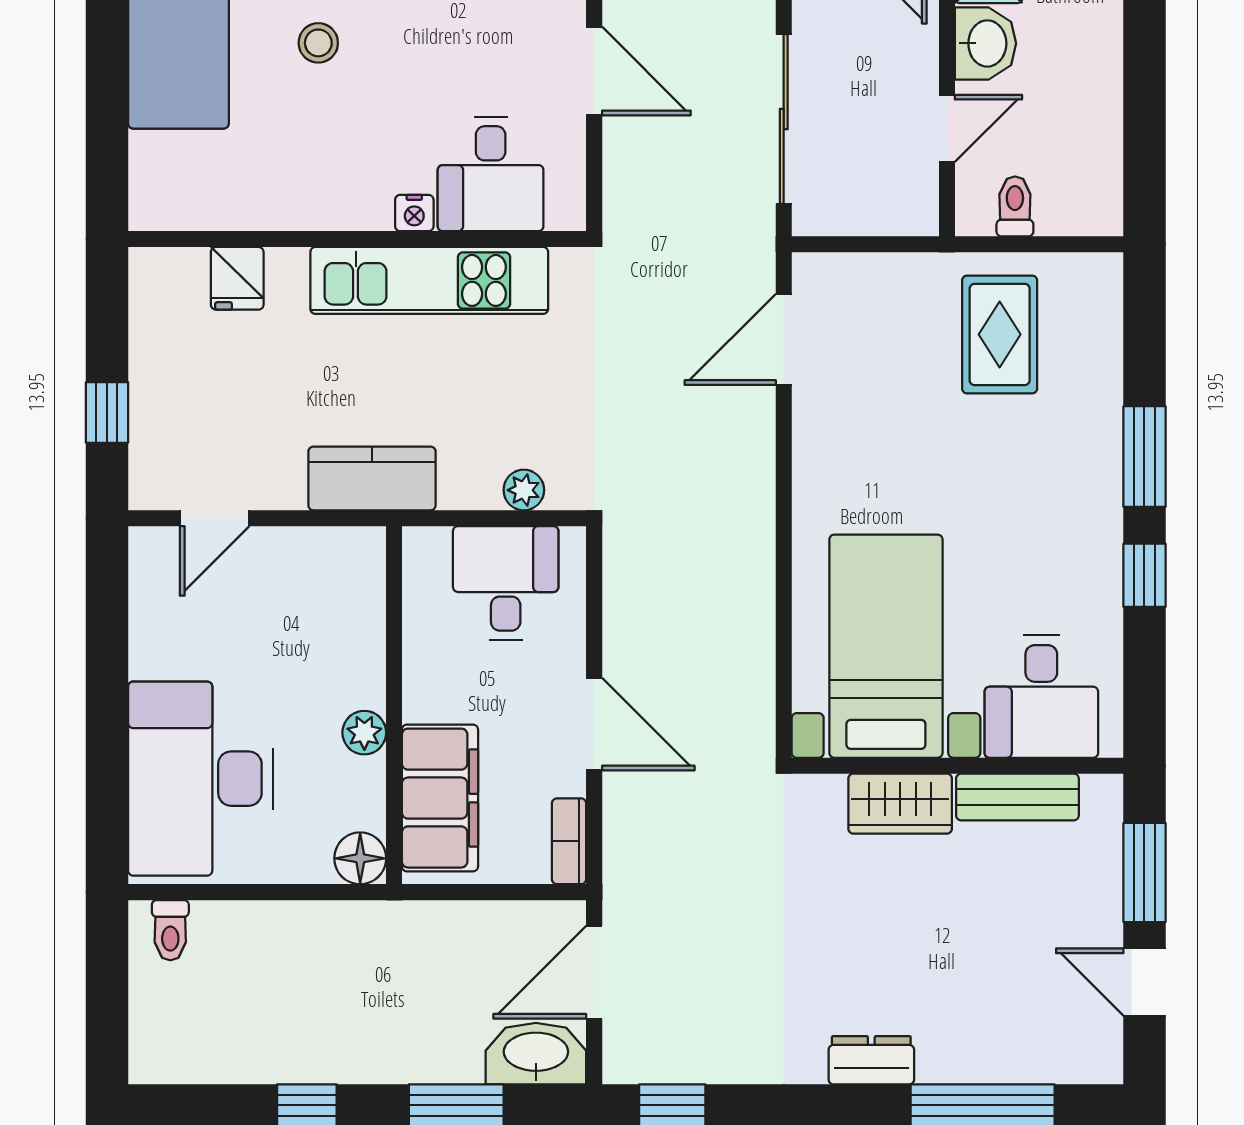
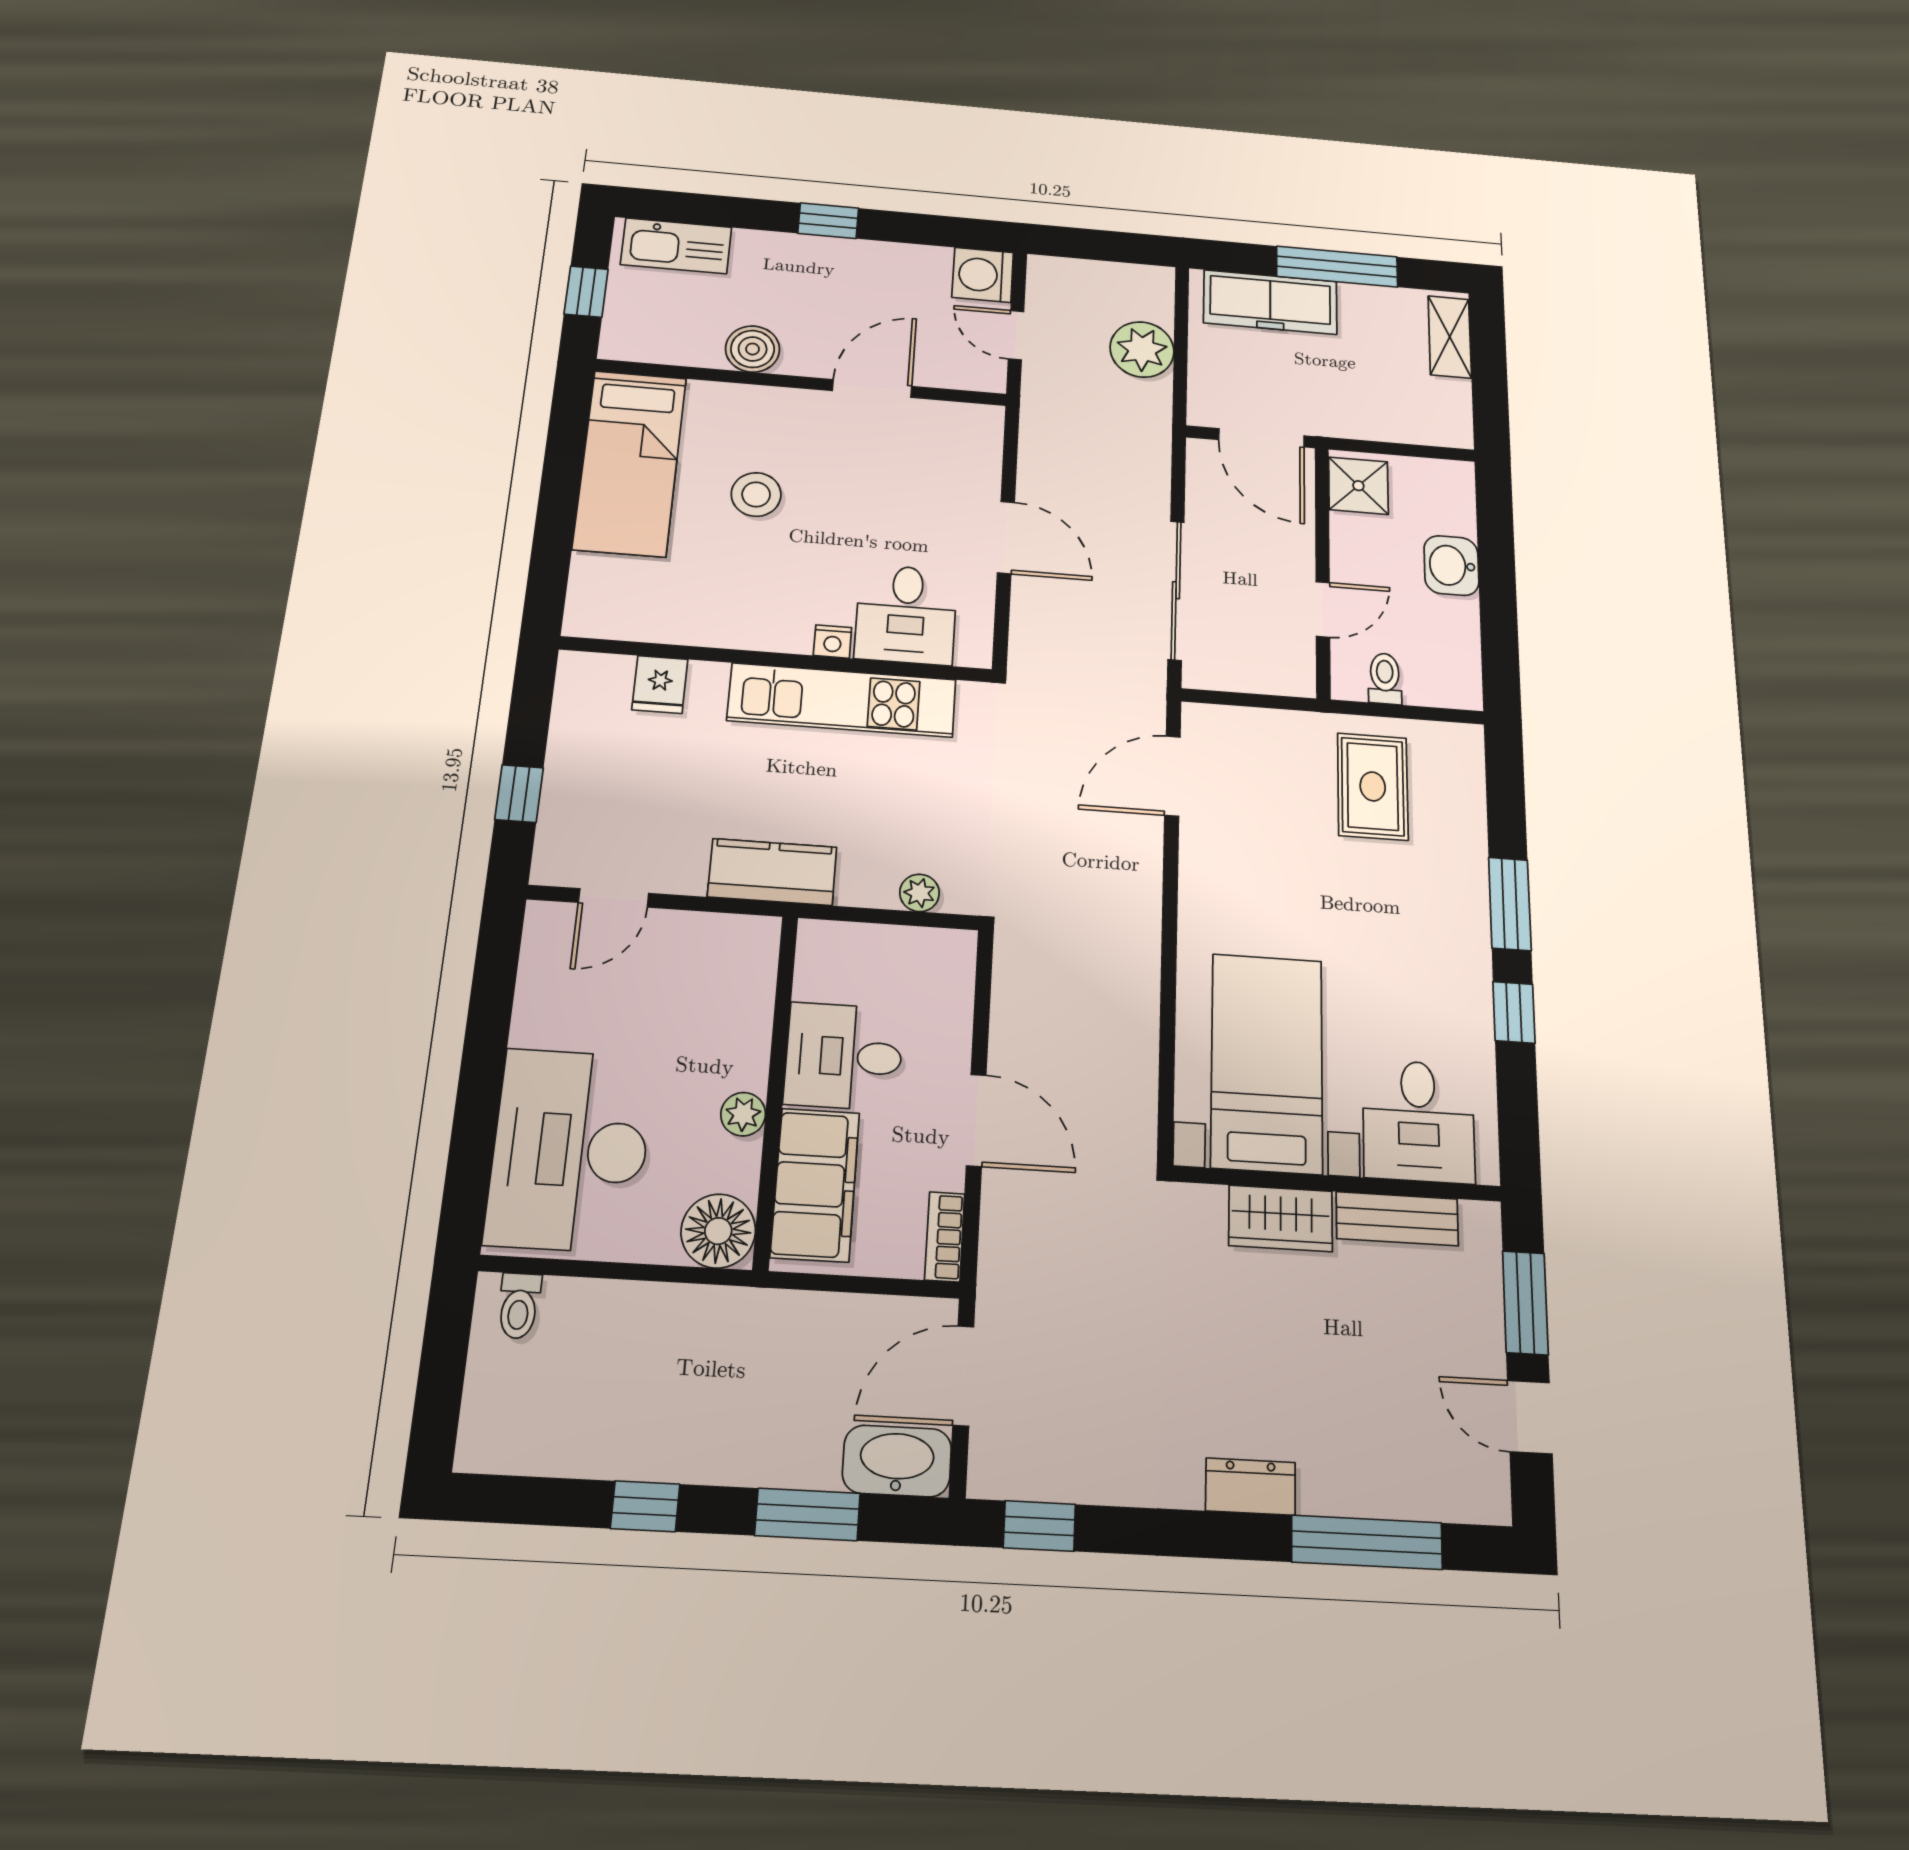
stool: (318, 43) -> (756, 494), width x1.37, depth x1.37
washbasin: (985, 43) -> (1451, 566), moved, turned 180
desk: (506, 583) -> (844, 1056), moved, turned -90
floor lamp: (360, 858) -> (718, 1231), width x1.38, depth x1.38

